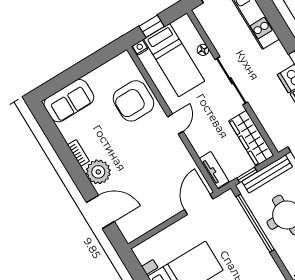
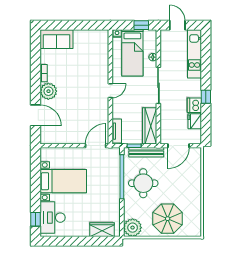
window: (152, 26) -> (141, 25), moved
armchair: (134, 101) -> (94, 62), removed

